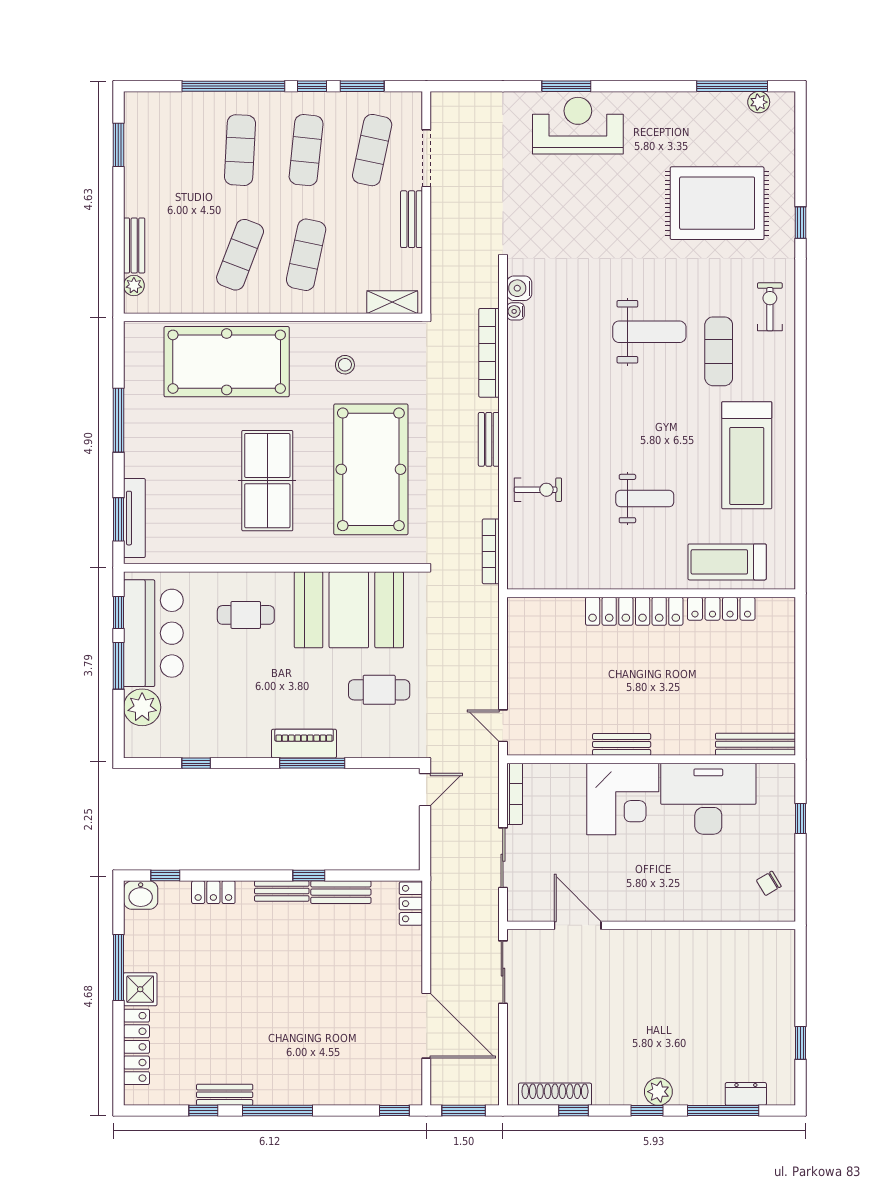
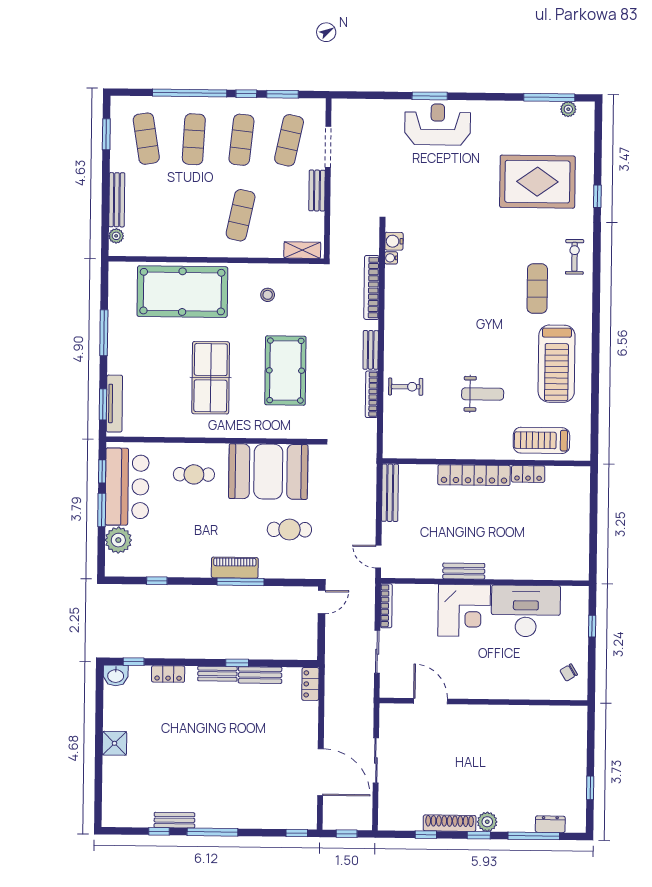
bench: (134, 245) -> (117, 200), width x1.36
exercise mat: (240, 255) -> (146, 139), moved, turned -30
weight bench: (649, 332) -> (487, 274), removed
pool table: (371, 469) -> (285, 371), width x0.73, depth x0.76
bookcase: (491, 551) -> (372, 394), moved
locker: (721, 609) -> (528, 474), width x0.66
bench: (755, 744) -> (390, 493), moved, turned 90
window: (118, 968) -> (99, 727), removed
sliding door: (503, 972) -> (376, 760), moved
locker: (137, 1047) -> (111, 785), removed
shoe rack: (555, 1094) -> (450, 823), moved
window: (464, 1111) -> (347, 834), width x0.67

